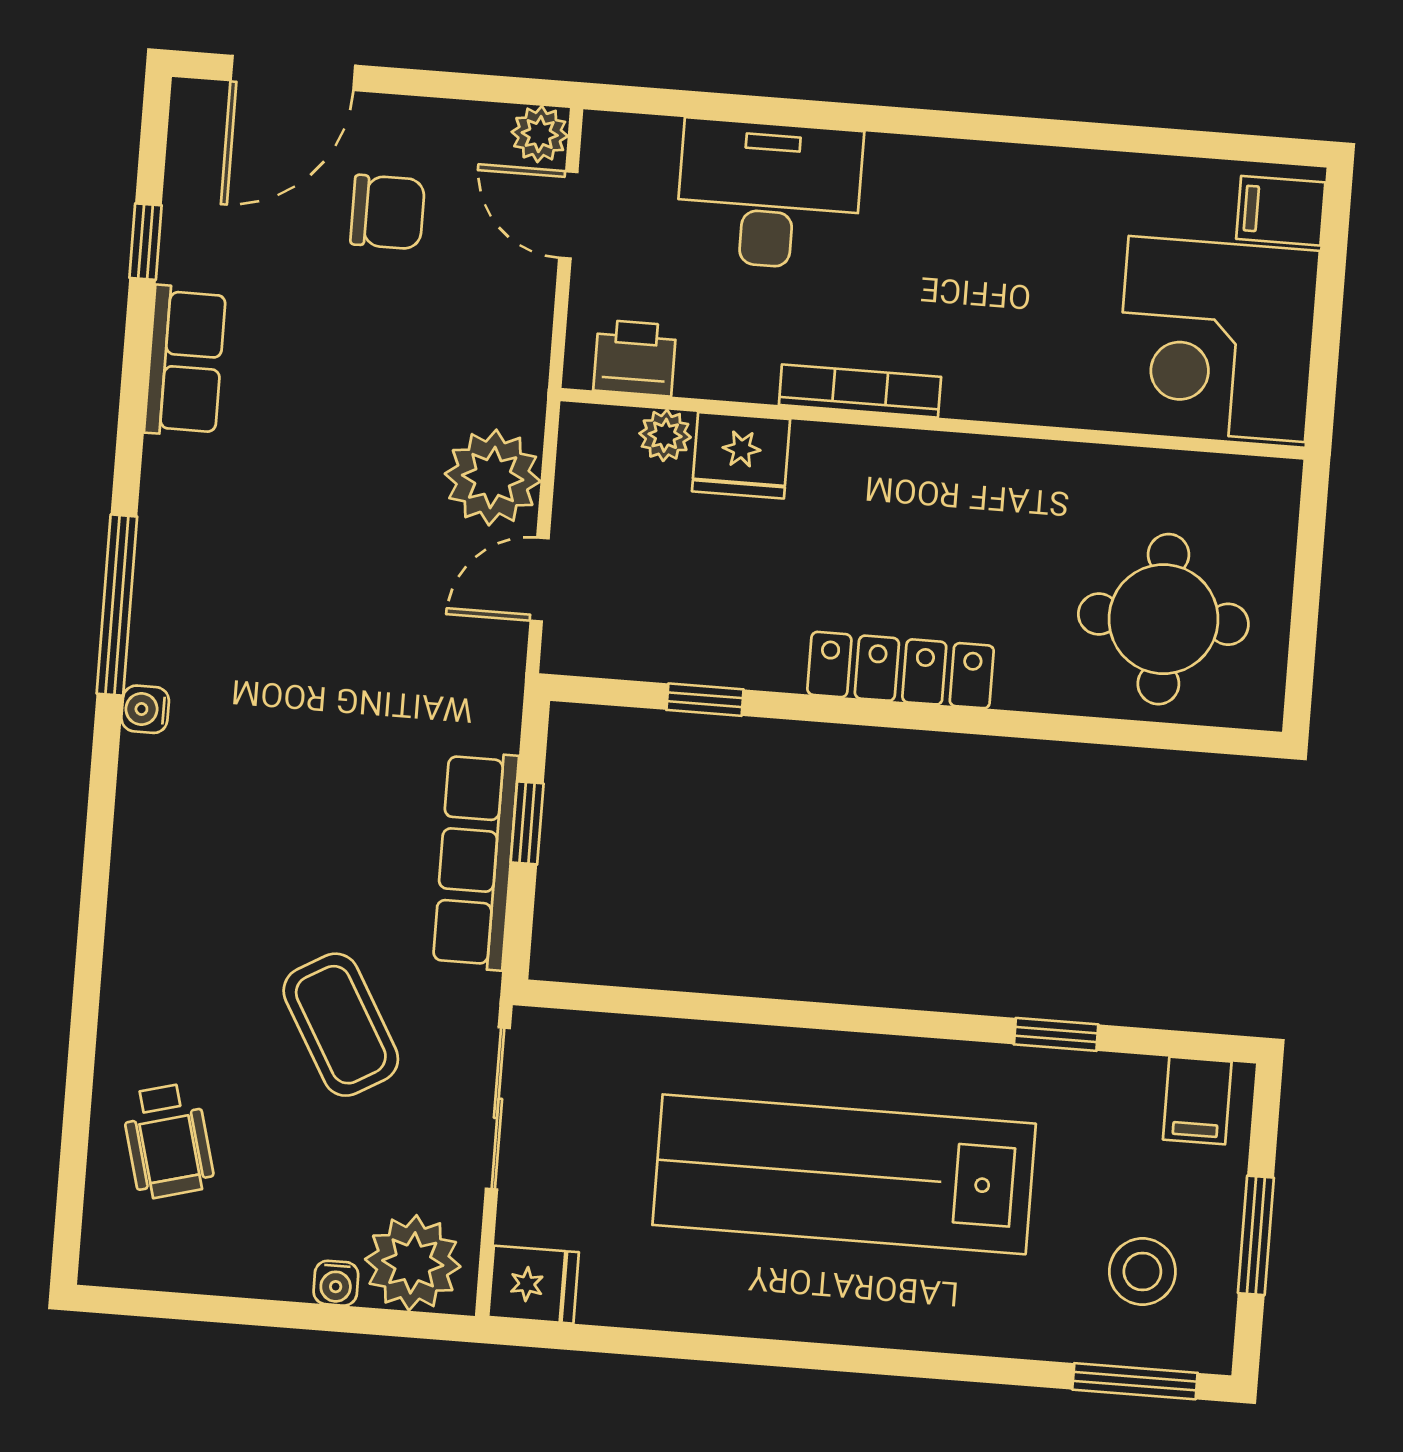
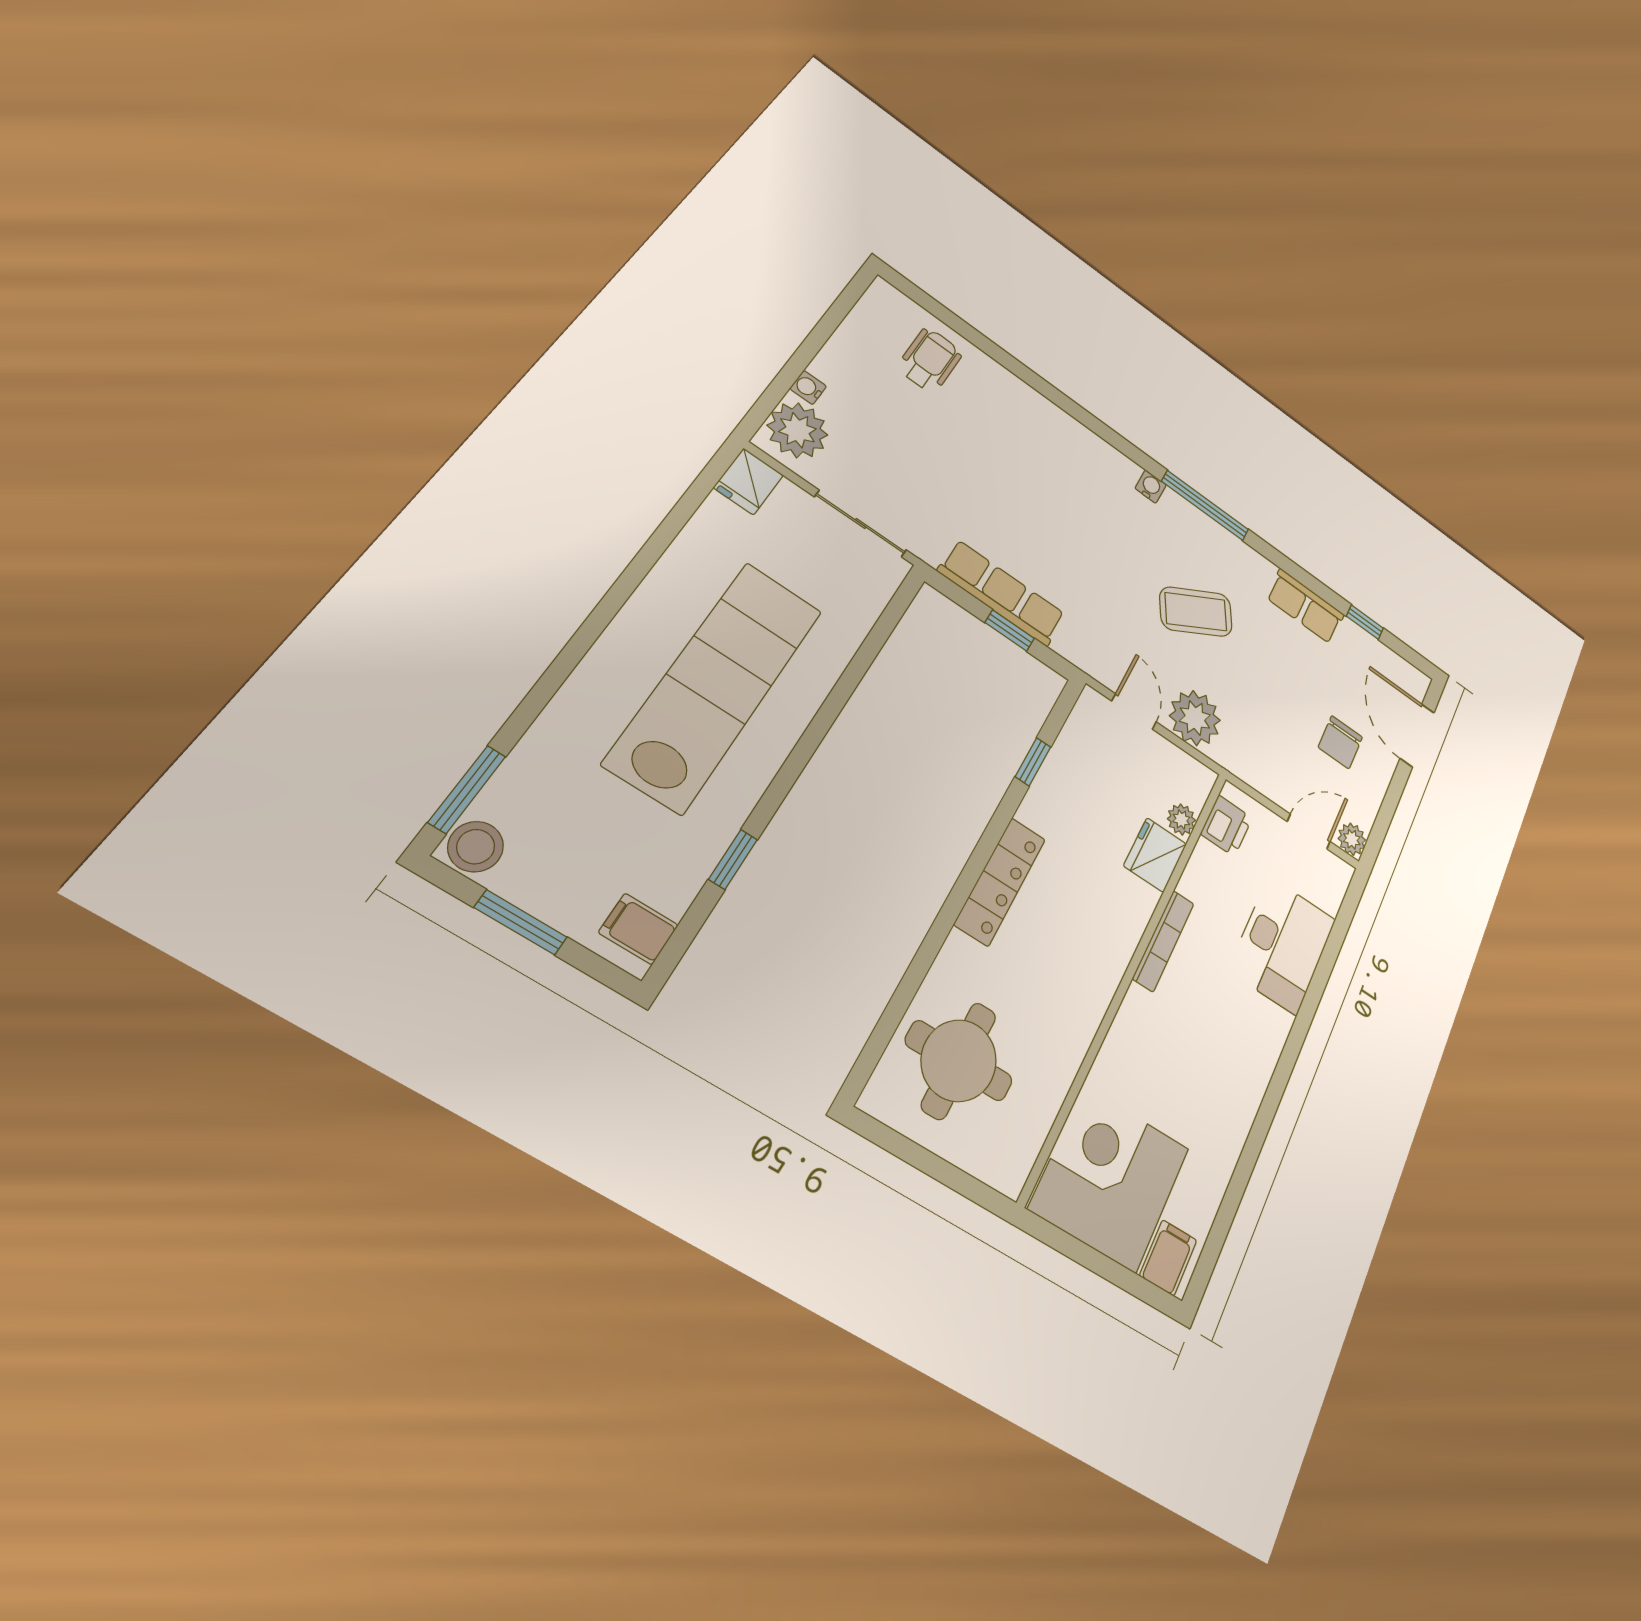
coffee table: (341, 1025) -> (1196, 612), moved
wheelchair: (168, 1141) -> (930, 360), turned 105
stool: (1142, 1271) -> (476, 847), moved

